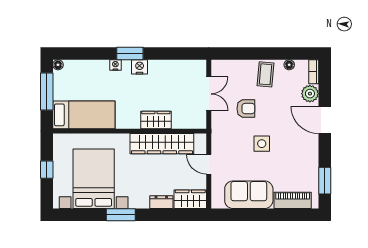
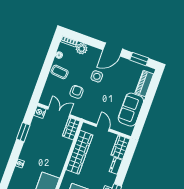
window: (130, 54) -> (23, 132), moved
nightstand: (140, 67) -> (40, 112), moved
wardrobe: (156, 120) -> (71, 129), moved
door: (325, 120) -> (113, 49), moved
side table: (262, 144) -> (97, 76), moved
door: (209, 164) -> (103, 128), swing flipped

